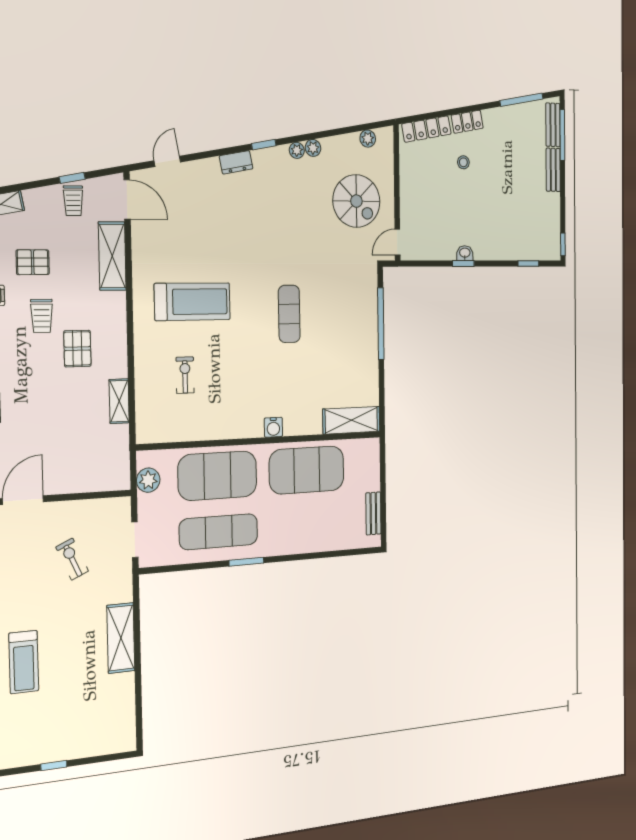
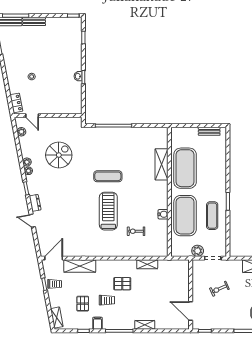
locker: (467, 122) -> (11, 74), removed
locker: (426, 129) -> (16, 103), width x0.66
door: (167, 161) -> (32, 221), moved
spiral stairs: (356, 201) -> (59, 155), moved
door: (397, 242) -> (32, 116), moved
treadmill: (192, 302) -> (108, 211), moved
shelving: (351, 420) -> (161, 164), moved
water cooler: (273, 427) -> (163, 214), moved
plant: (148, 480) -> (198, 251), moved
exercise mat: (219, 532) -> (212, 216), width x0.73, depth x0.69

